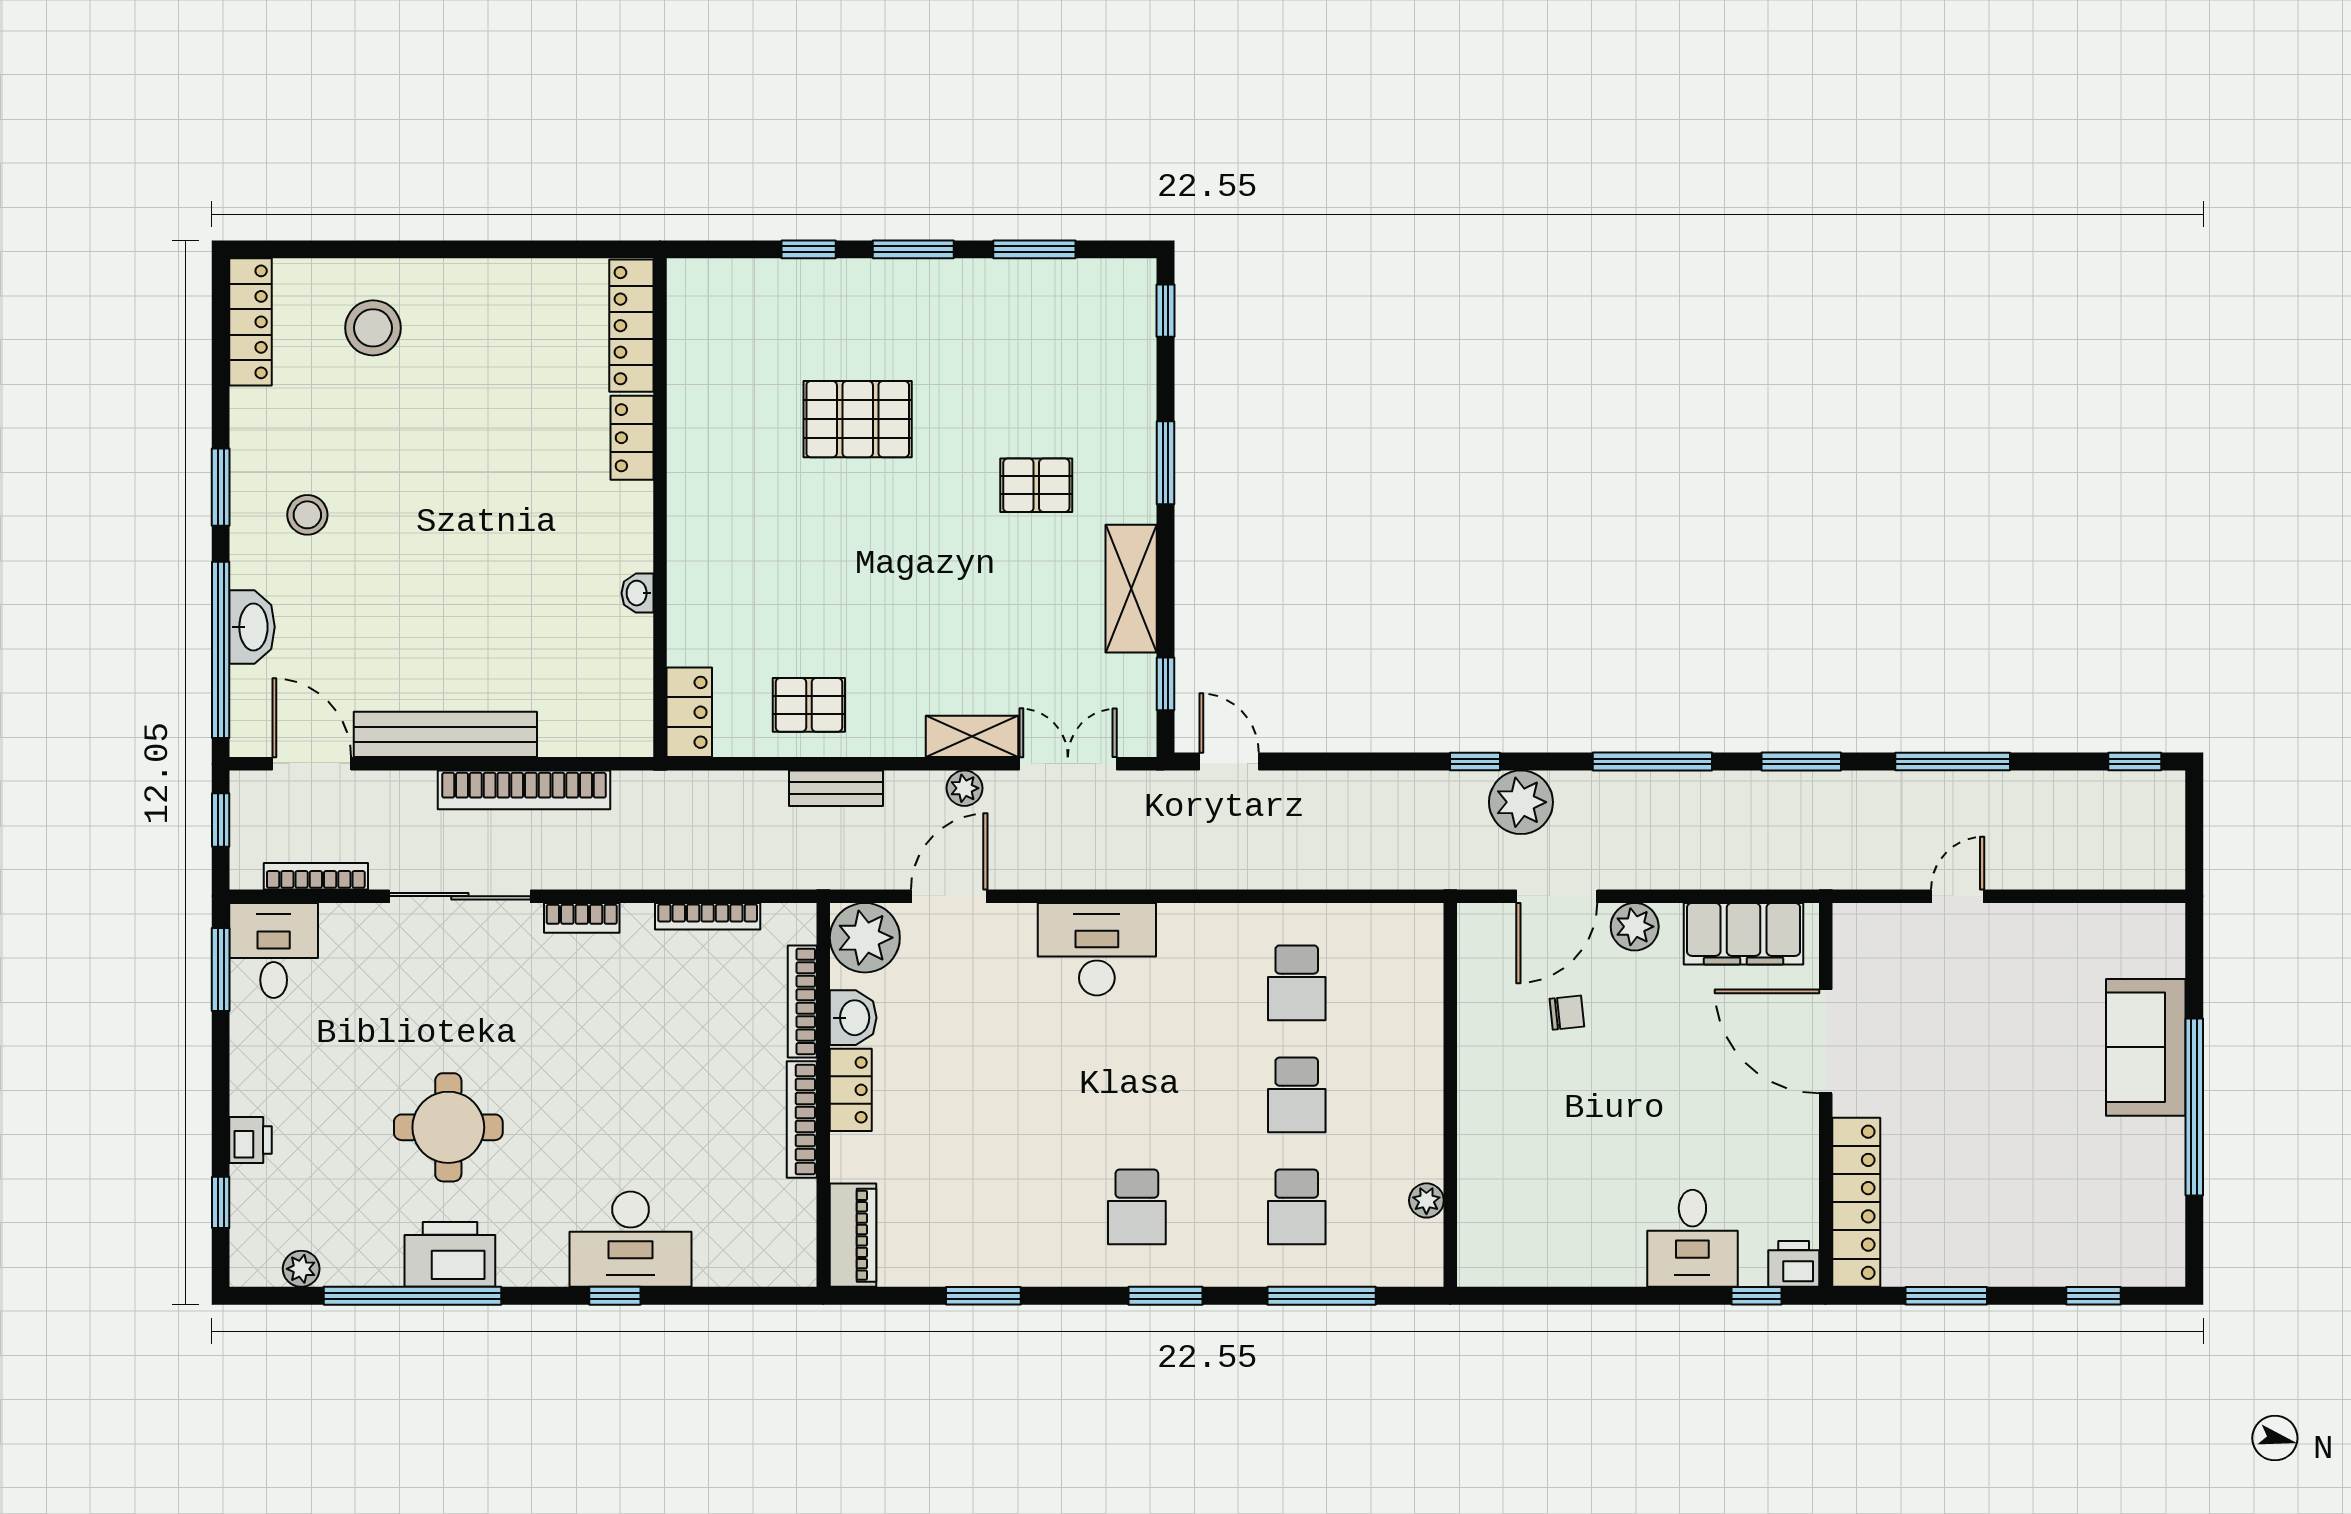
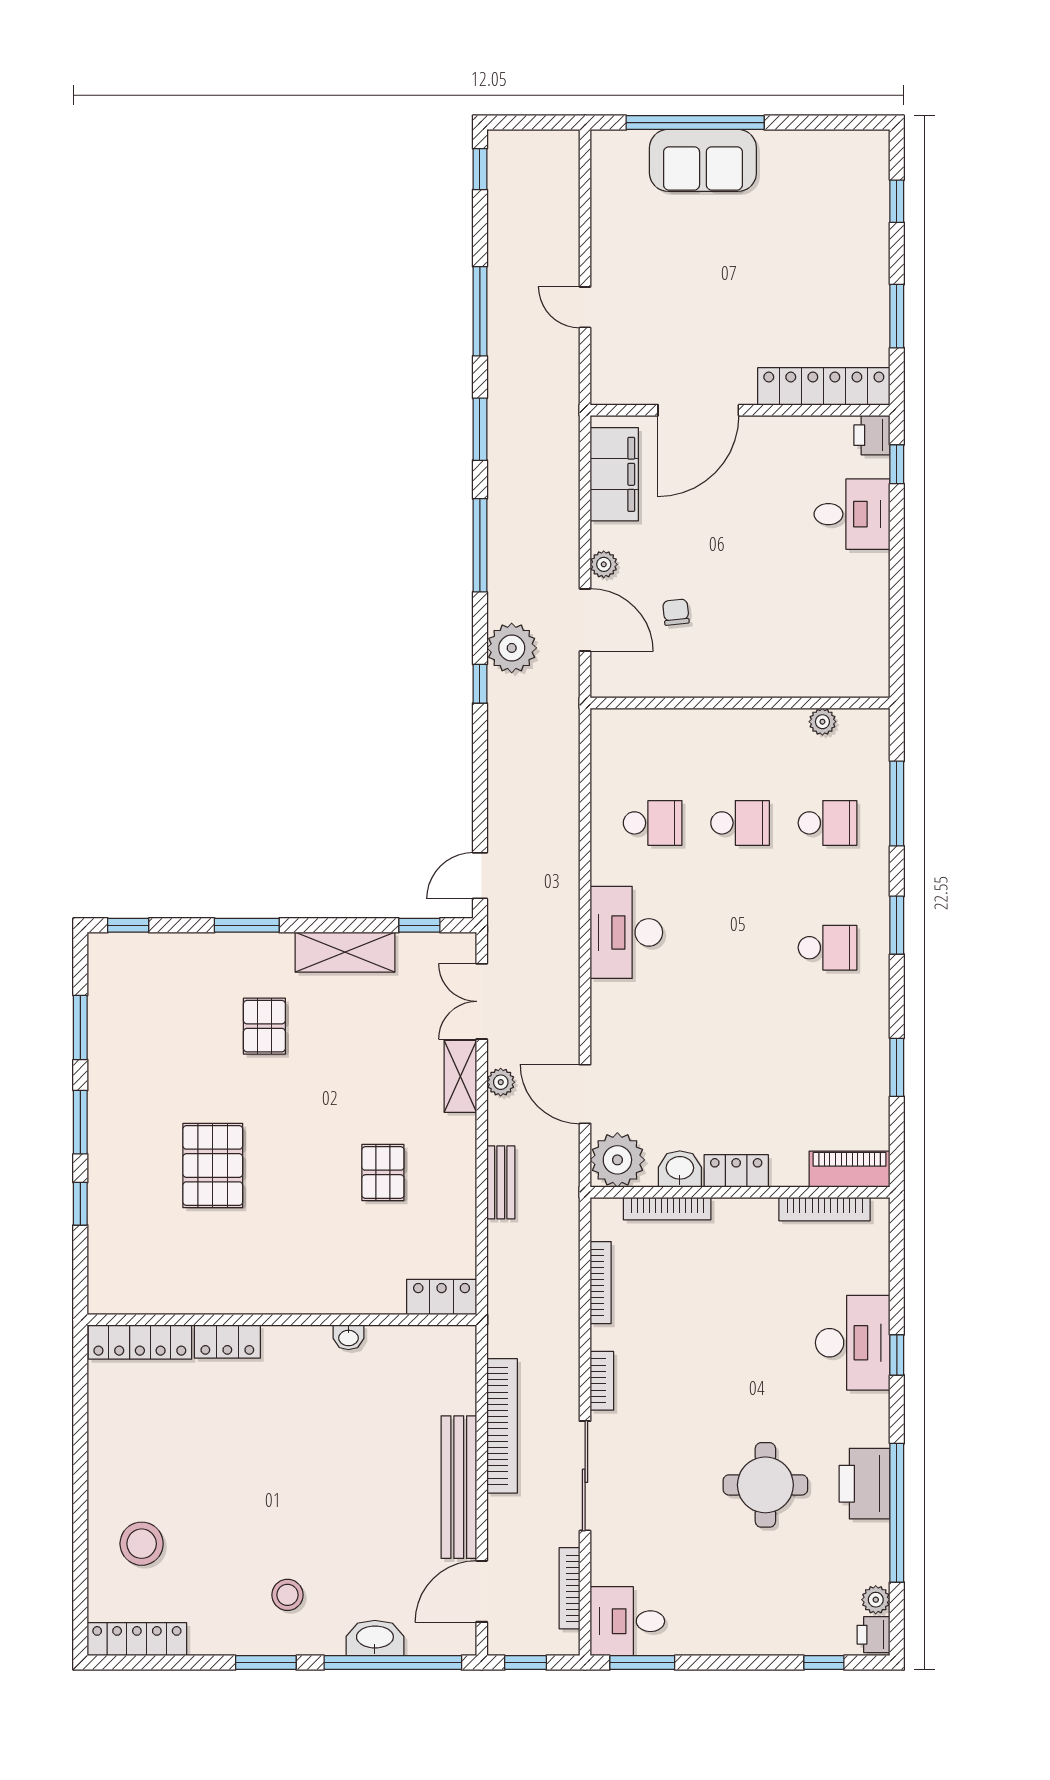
pallet: (809, 705) -> (383, 1172), moved
plant: (1635, 927) -> (604, 564), width x0.73, depth x0.73
desk: (1097, 949) -> (626, 932), moved
window: (2194, 1107) -> (695, 123), moved
bookcase: (802, 1120) -> (825, 1209), moved
printer: (250, 1140) -> (874, 1635), moved, turned -90

